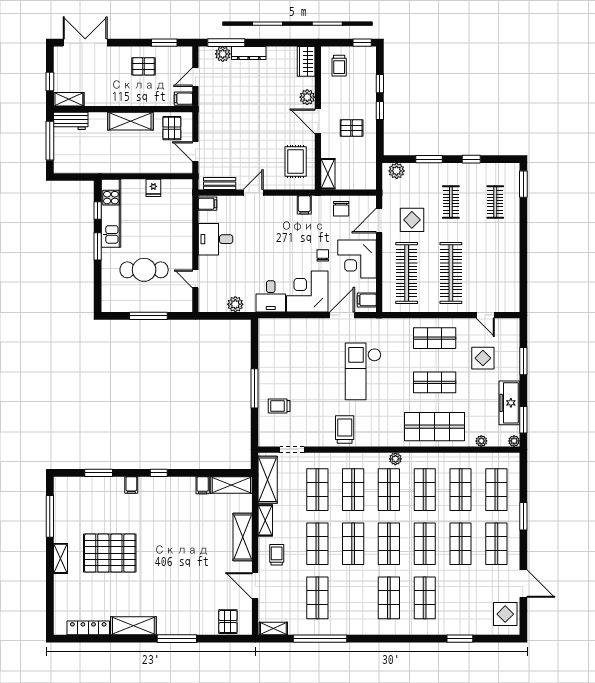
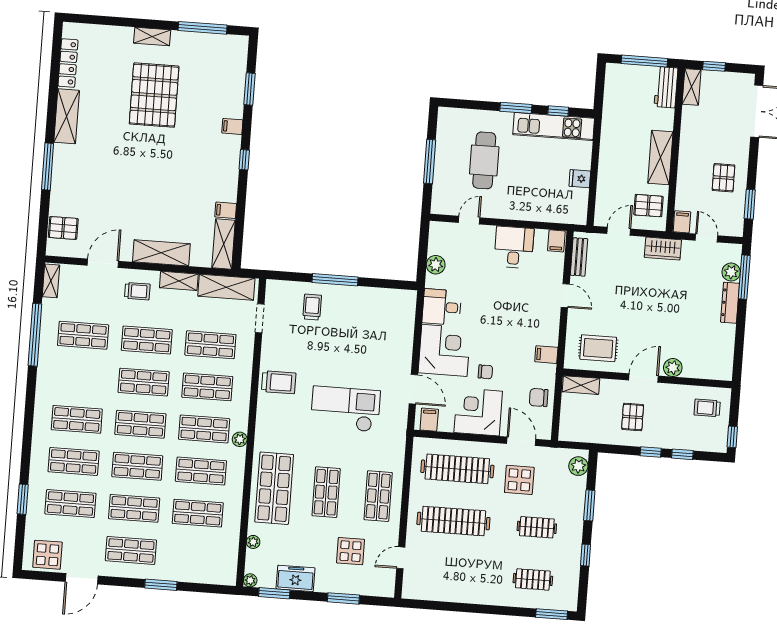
wardrobe: (306, 61) -> (663, 249), moved, turned 180
freezer: (509, 403) -> (295, 578), width x0.71
shop shelf: (496, 490) -> (70, 504), moved

